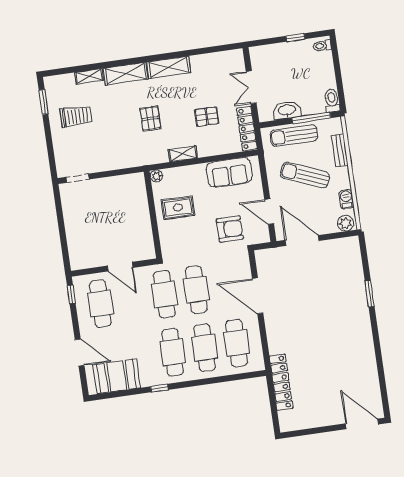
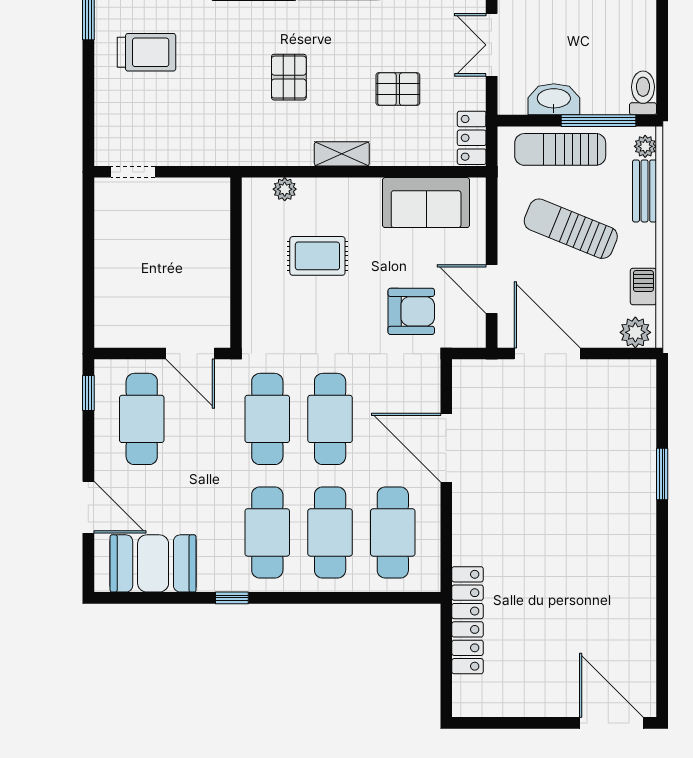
locker: (247, 128) -> (472, 138), width x0.66
plant: (337, 128) -> (645, 146), added
wall: (153, 215) -> (236, 263), moved

